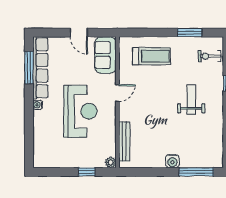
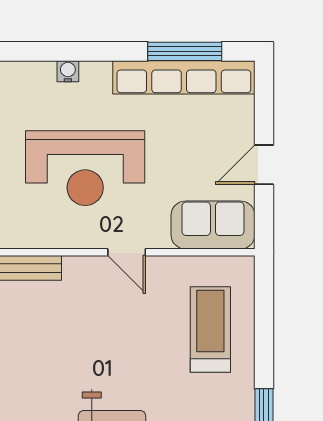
treadmill: (151, 56) -> (210, 330), turned 180
water cooler: (38, 105) -> (68, 71), moved

